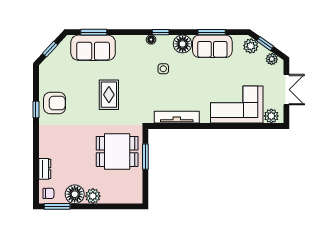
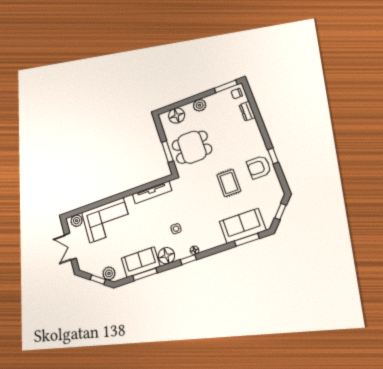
plant: (272, 59) -> (89, 268), removed
rug: (109, 95) -> (229, 183), moved
floor lamp: (75, 194) -> (177, 116), moved

